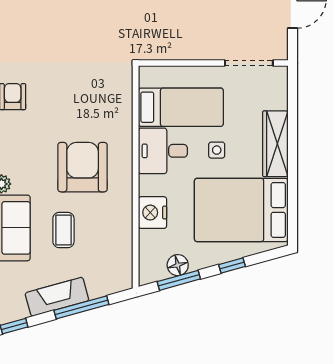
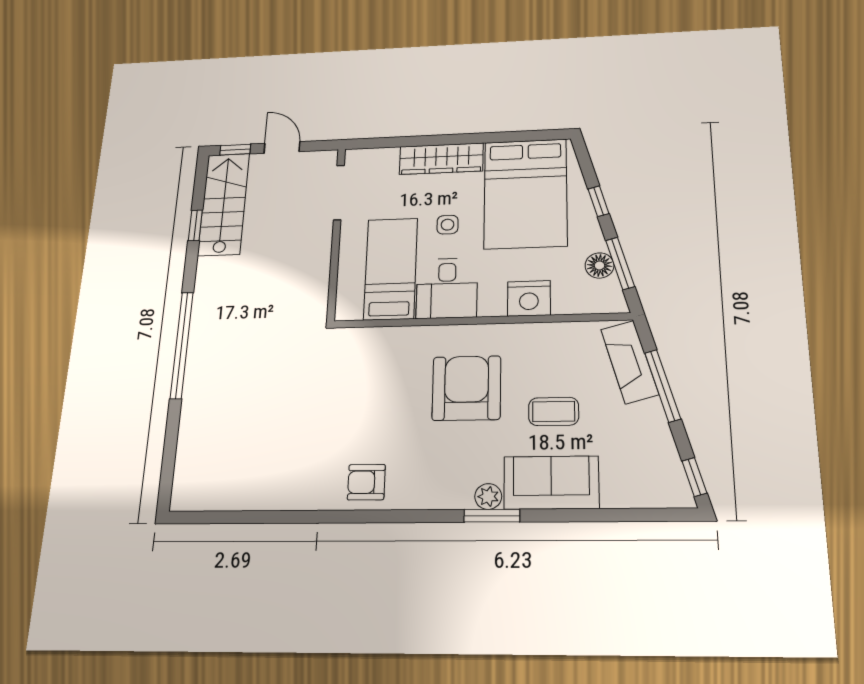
armchair: (83, 167) -> (466, 388), turned 90
fireplace: (57, 297) -> (630, 362), moved

